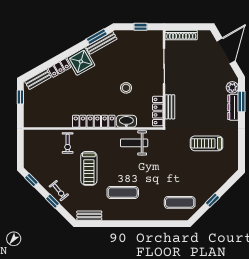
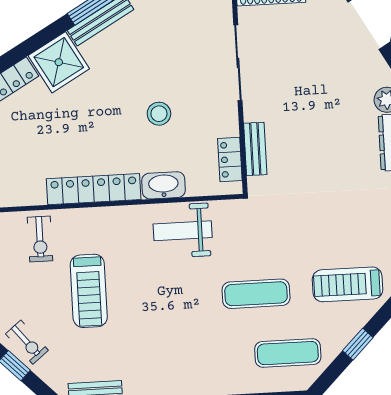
locker: (158, 111) -> (230, 160), width x0.66
treadmill: (207, 143) -> (348, 284), moved
exercise mat: (123, 192) -> (256, 294), moved

